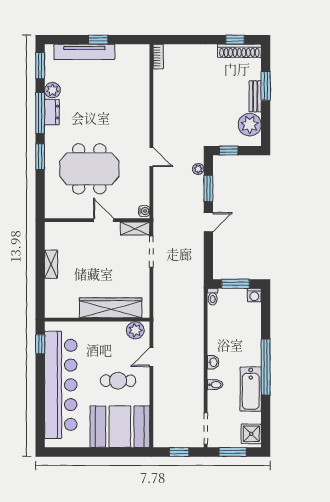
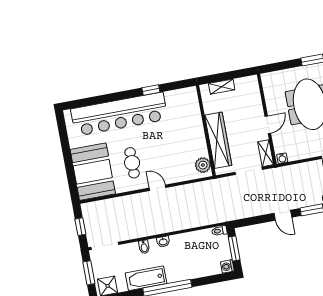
wardrobe: (111, 308) -> (218, 140), moved
wall: (97, 320) -> (206, 131), moved
plant: (135, 330) -> (203, 165), moved

